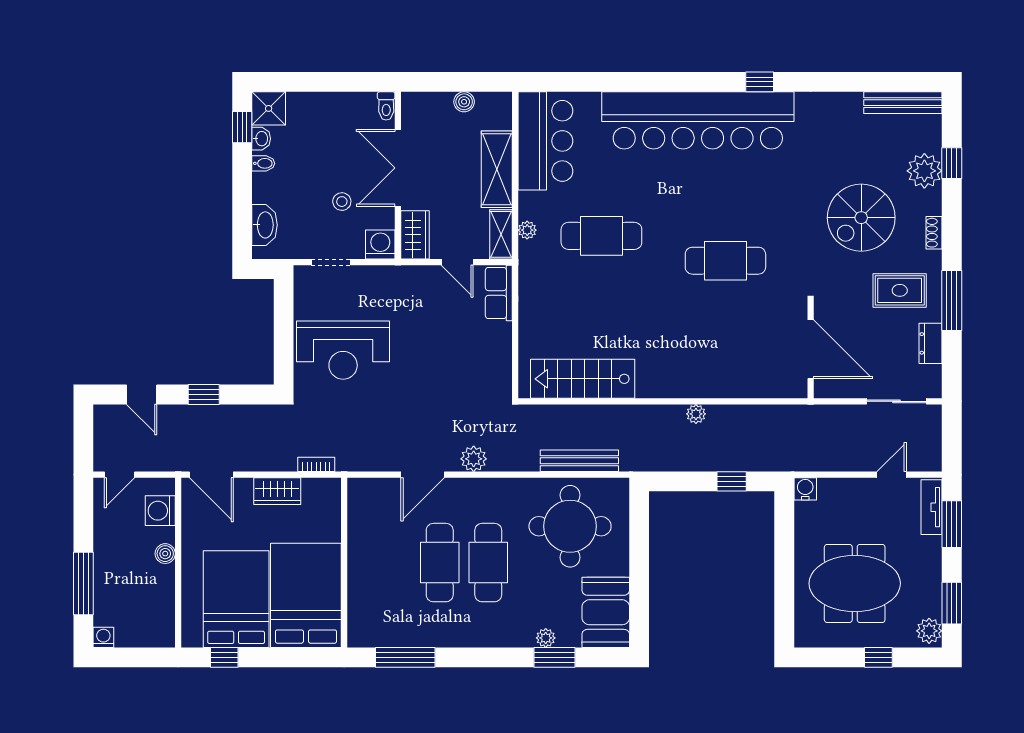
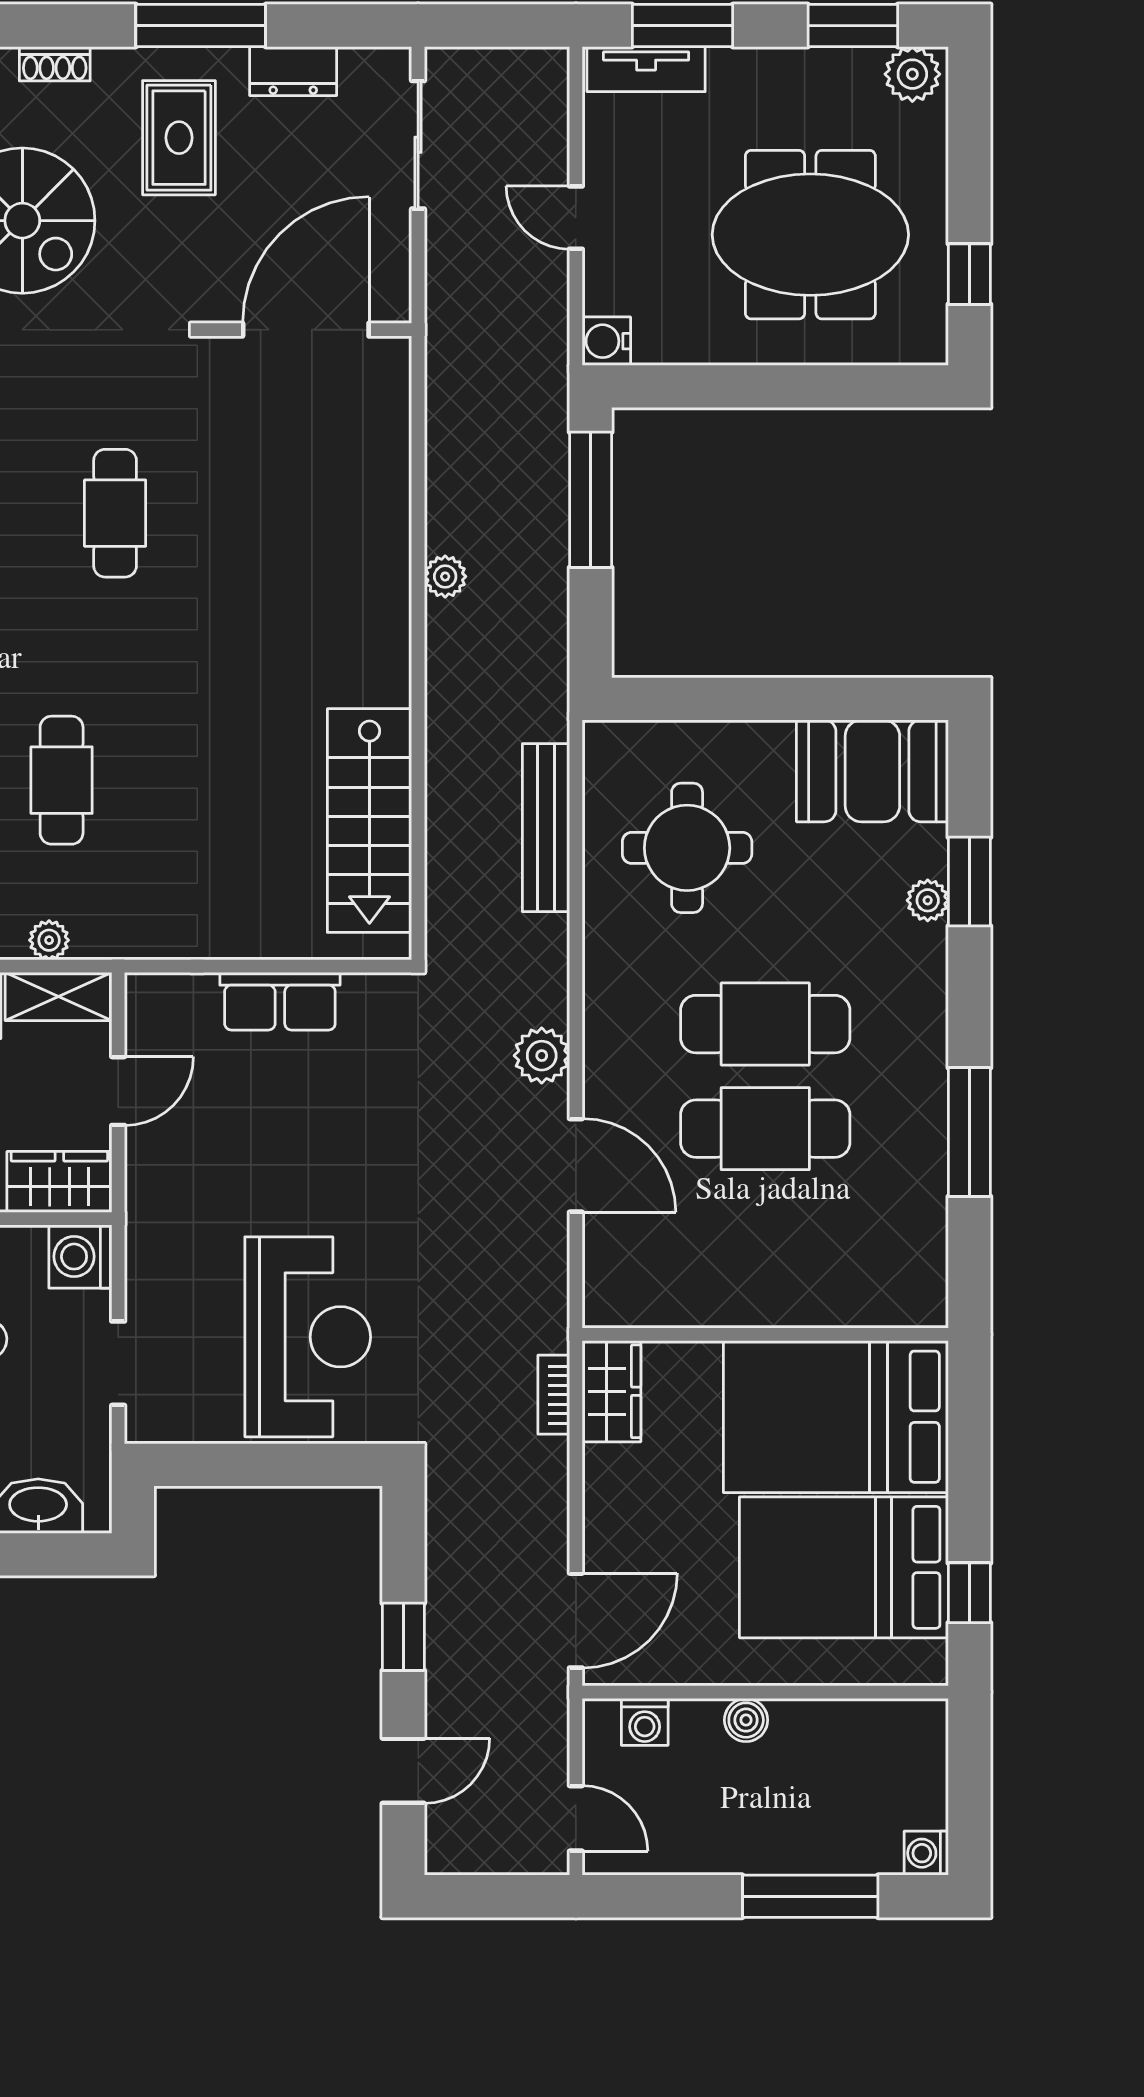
cafe table: (601, 236) -> (62, 780), width x0.73, depth x0.74
cafe table: (725, 261) -> (115, 513), width x0.73, depth x0.74
row of seats: (499, 293) -> (280, 1001), moved
door: (892, 475) -> (576, 218), moved
window: (732, 481) -> (591, 500), width x2.17
wardrobe: (277, 491) -> (611, 1391), moved
washing machine: (160, 511) -> (645, 1722), width x0.73, depth x0.73
round table: (570, 526) -> (687, 848), width x0.73, depth x0.73
meeting table: (855, 583) -> (810, 235), turned 90
window: (405, 657) -> (969, 1132), moved
window: (878, 657) -> (969, 274), moved

